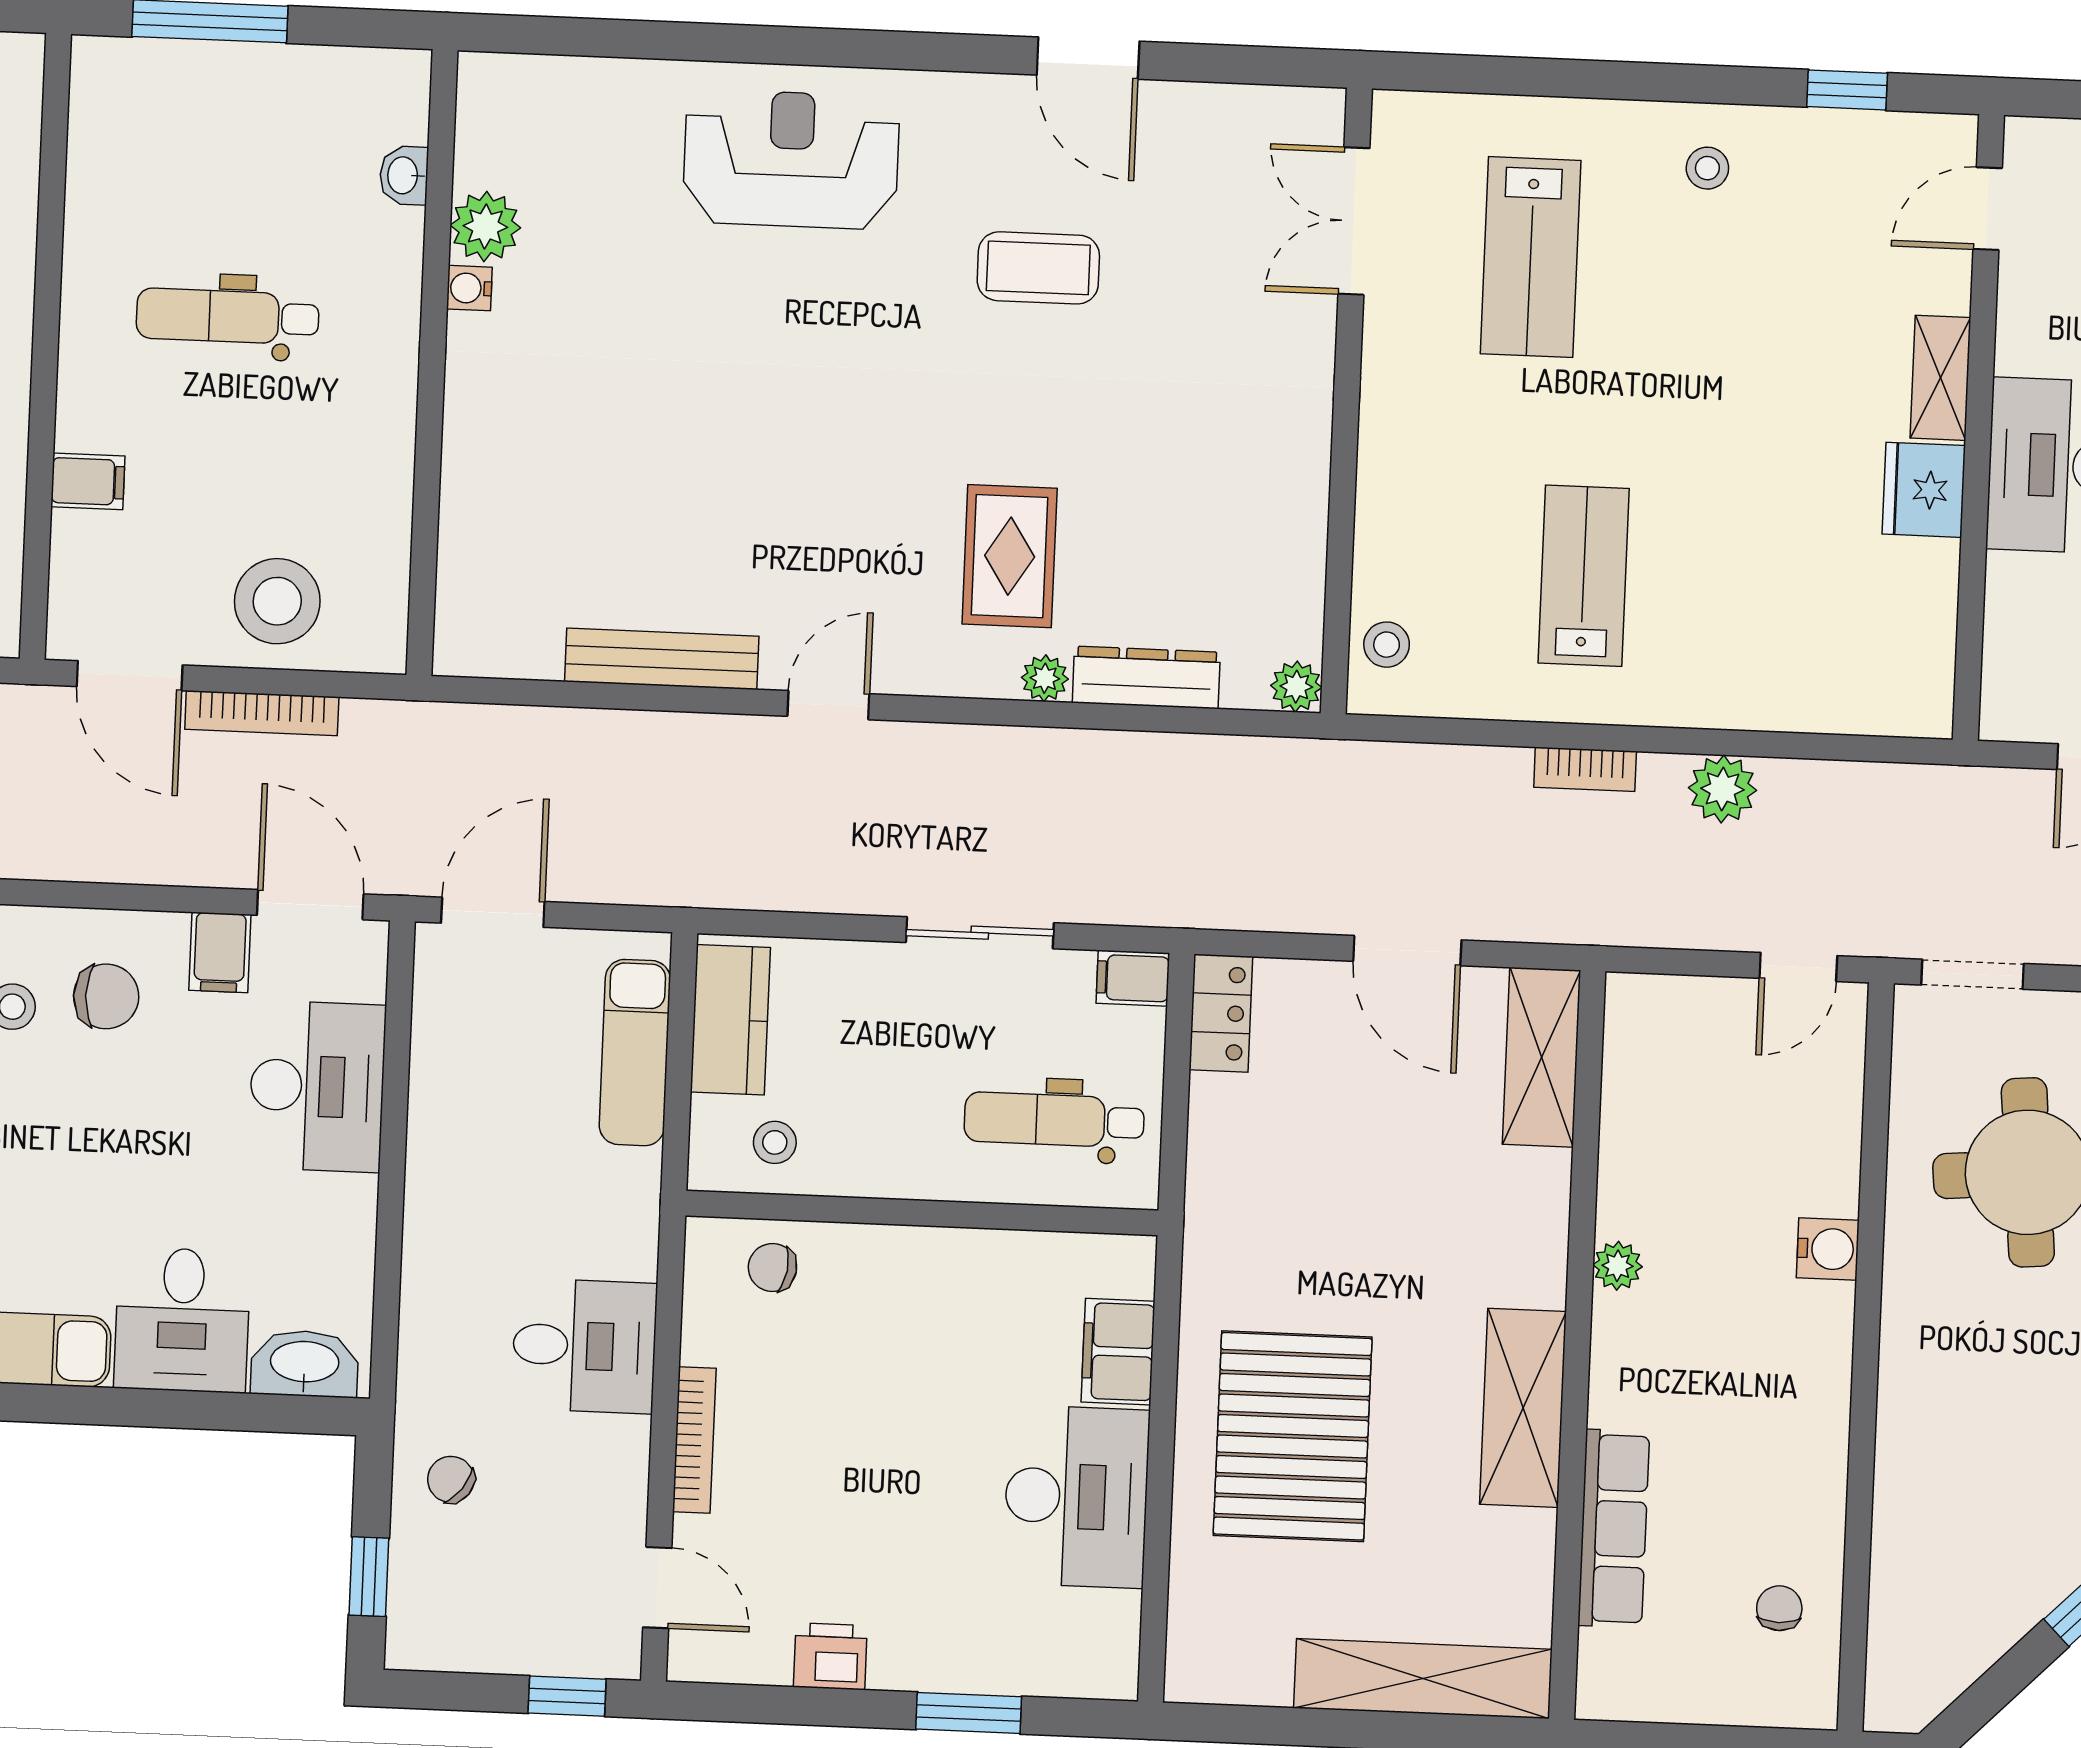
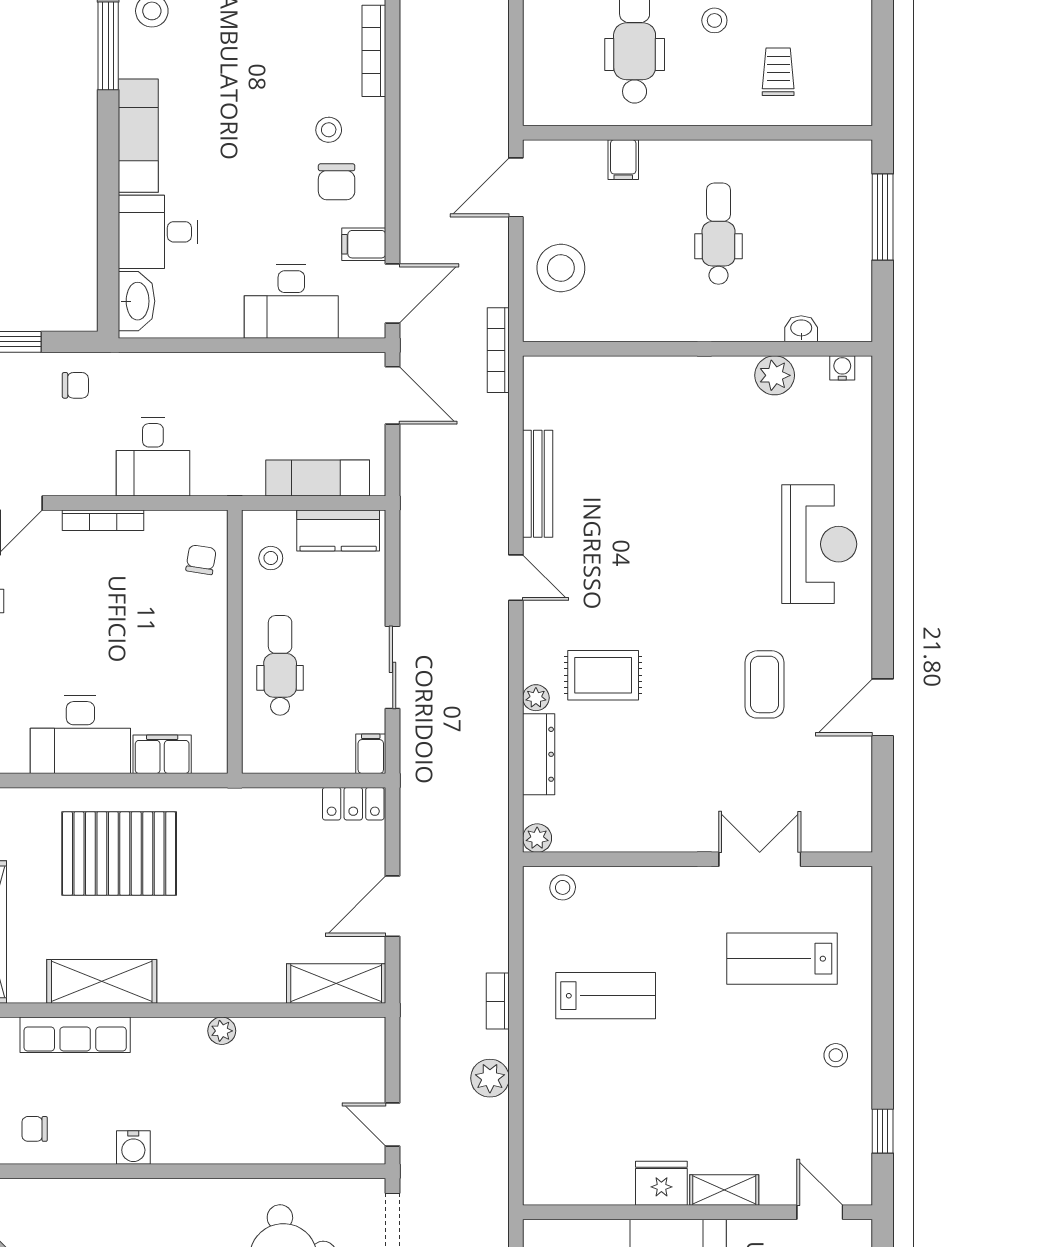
double door: (1354, 221) -> (760, 859), moved
water cooler: (469, 288) -> (842, 368), moved
bookcase: (262, 713) -> (498, 350), moved
dental chair: (1054, 1120) -> (280, 665), moved
water cooler: (1828, 1249) -> (133, 1148), moved
shelving: (1523, 1408) -> (102, 981), moved
chair: (451, 1479) -> (75, 385), turned 53
chair: (1779, 1608) -> (35, 1129), turned 180

